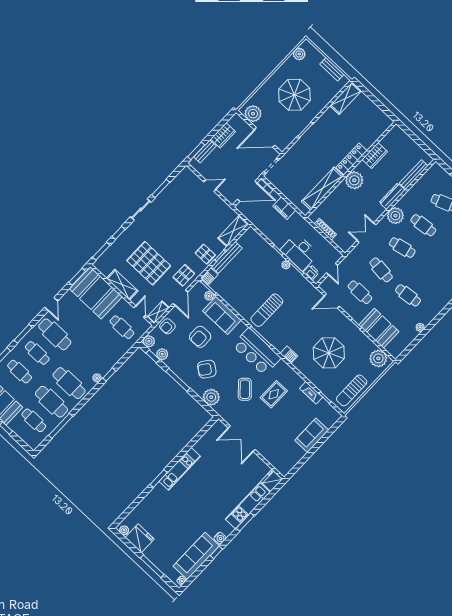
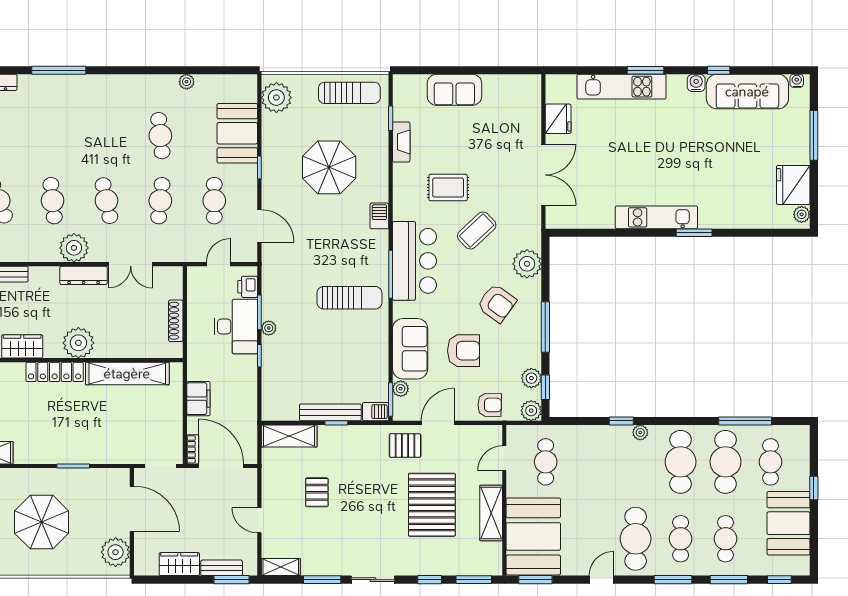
dresser: (392, 196) -> (84, 275), moved
pallet: (205, 254) -> (317, 492), moved
shelving: (158, 312) -> (281, 567), moved
fridge: (271, 480) -> (558, 119), moved, turned -90

